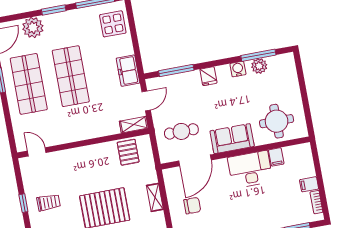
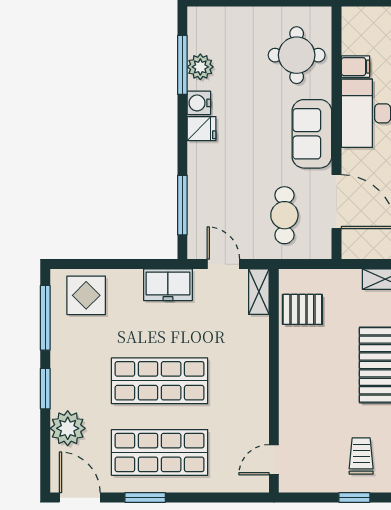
fridge: (208, 76) -> (202, 129), moved

